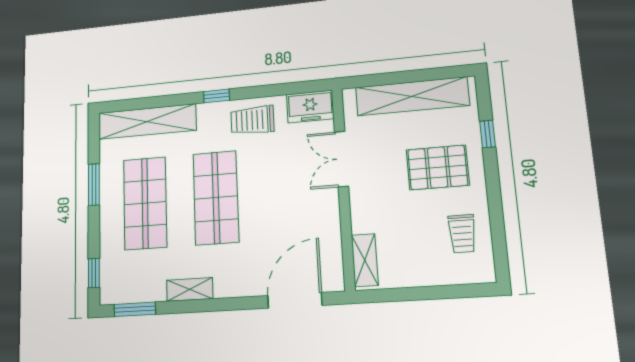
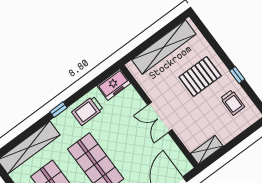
window: (488, 134) -> (237, 75), moved
double door: (341, 159) -> (160, 117), moved
shelving: (365, 260) -> (207, 150), moved, turned 90

